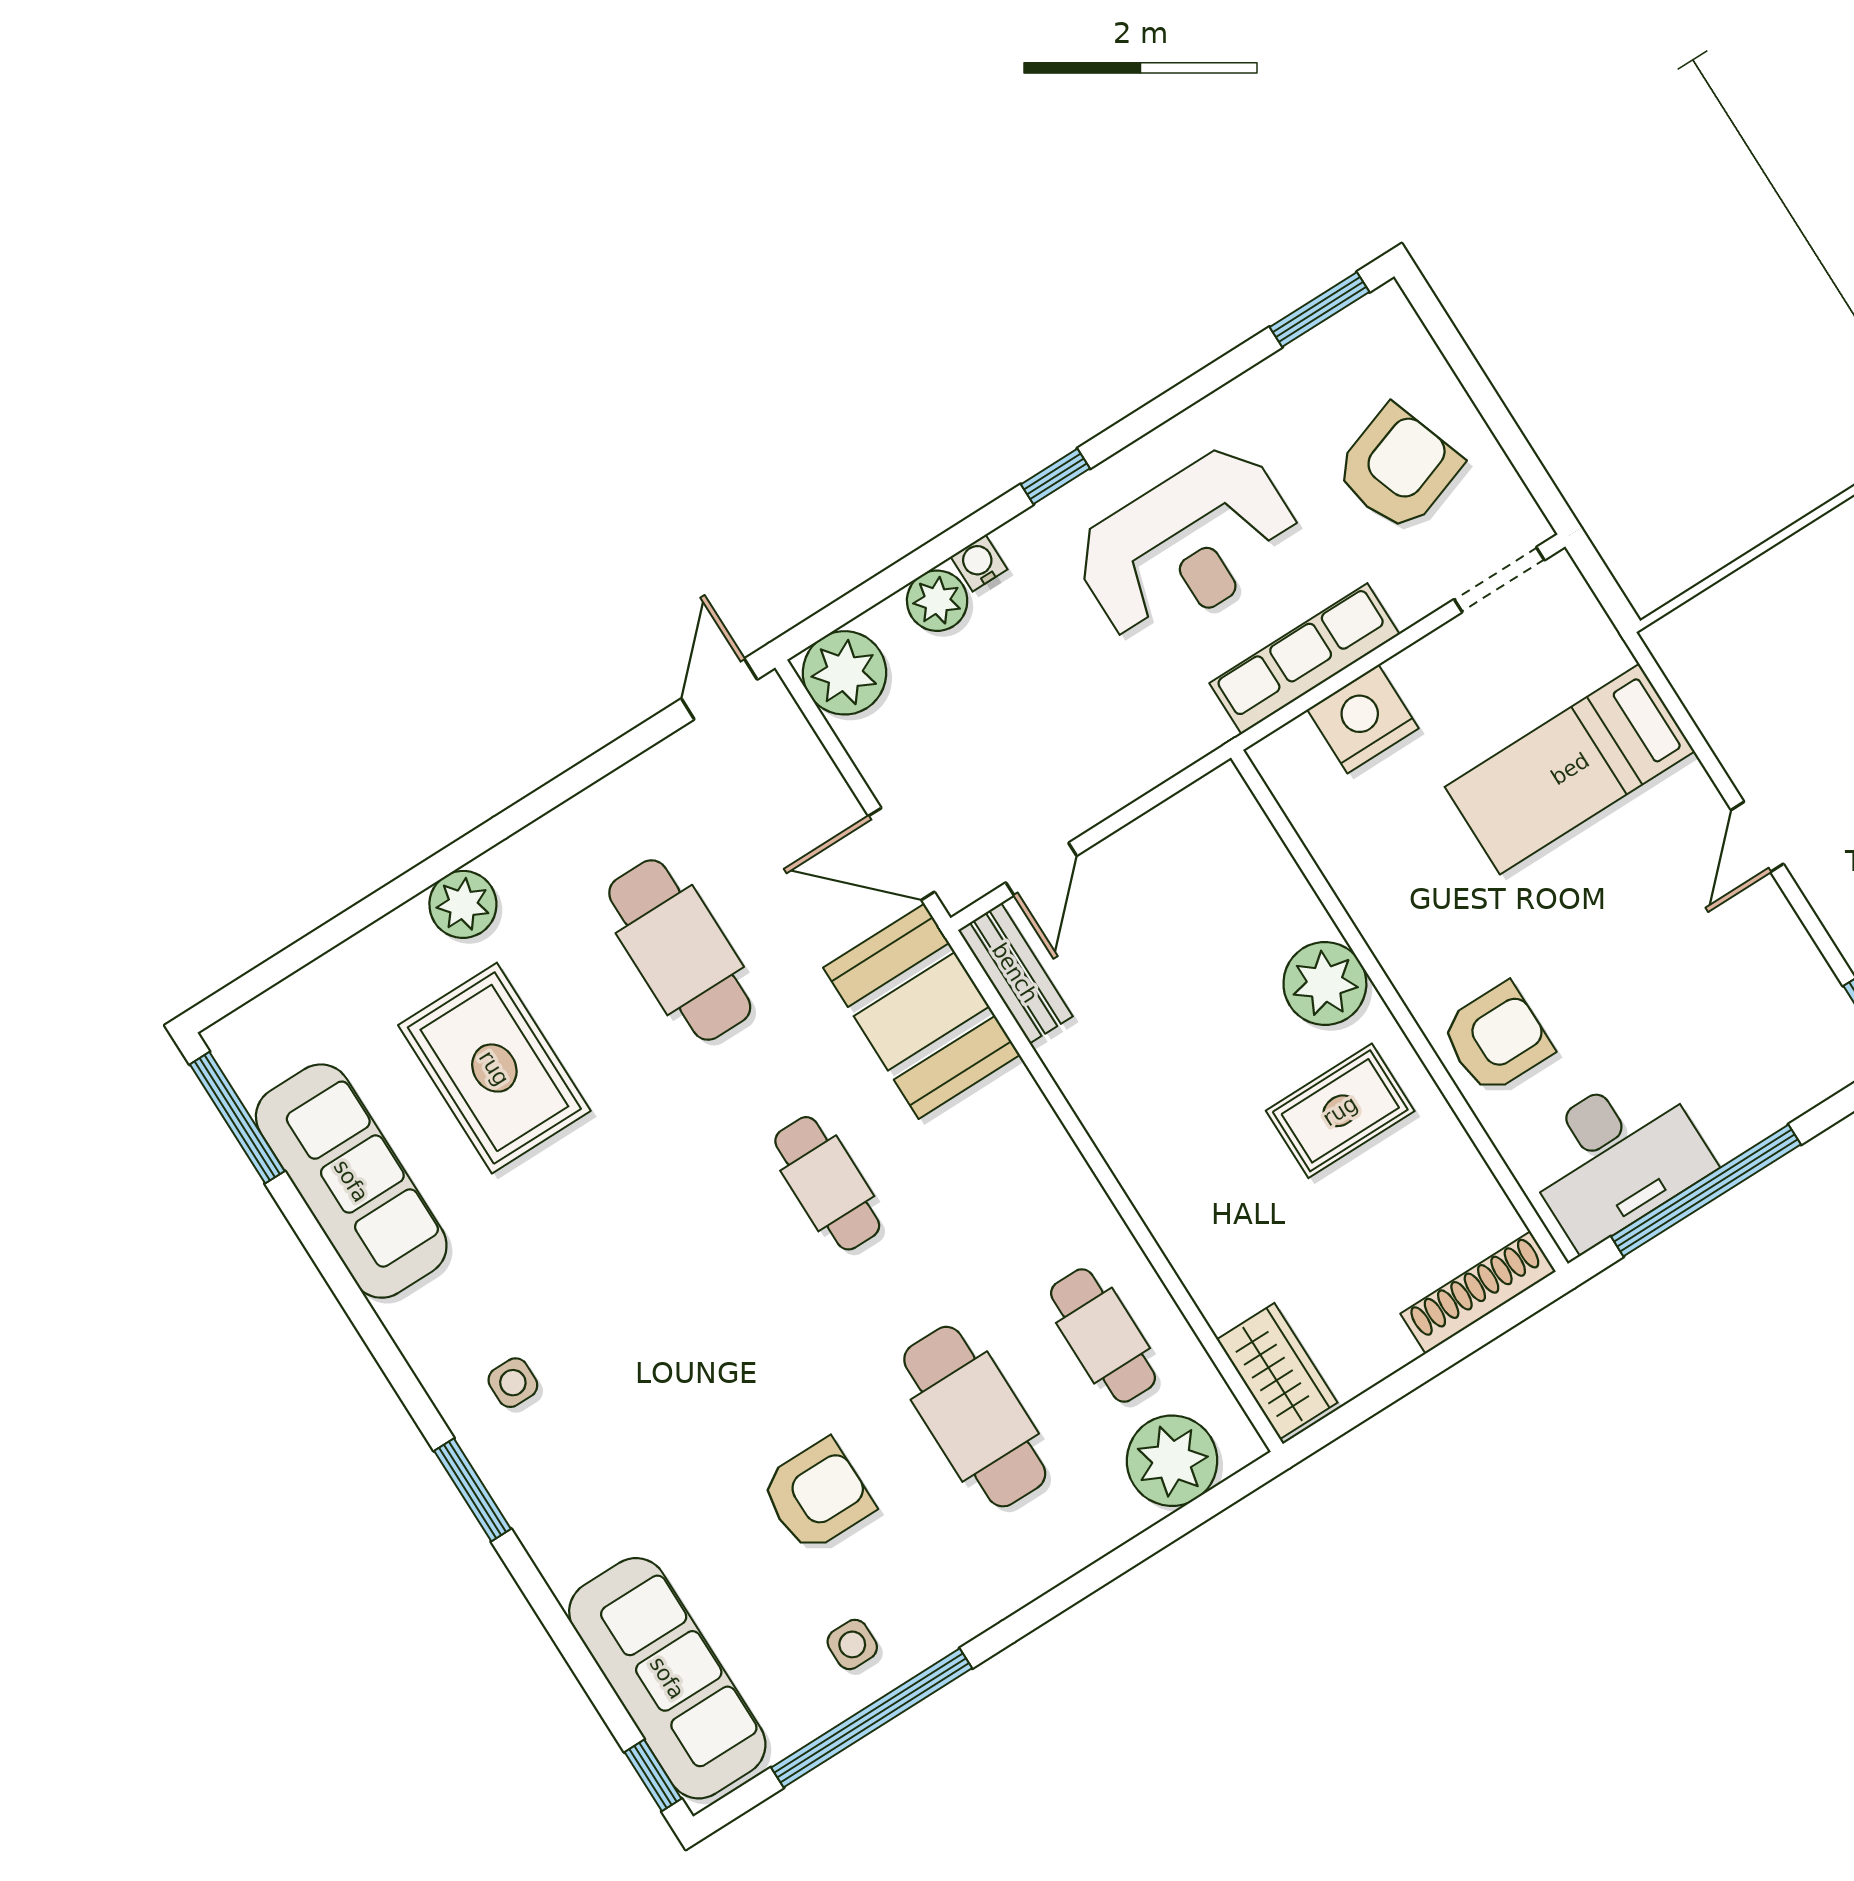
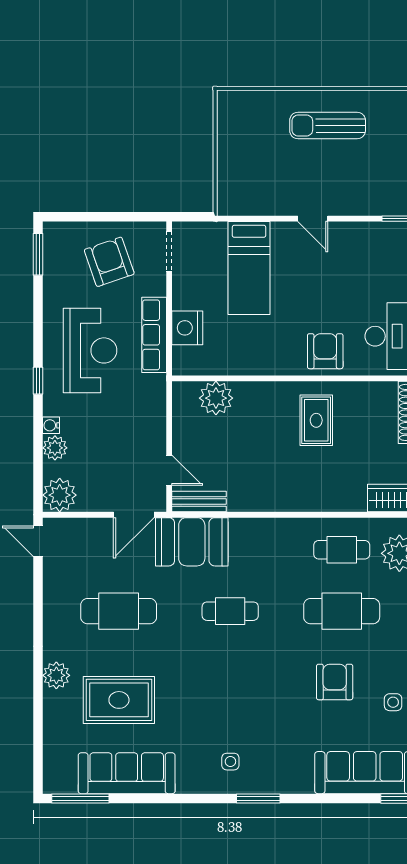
plant: (1325, 984) -> (216, 398), moved

